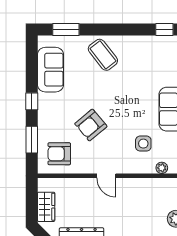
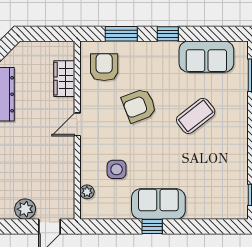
coffee table: (103, 55) -> (196, 116), moved
armchair: (91, 125) -> (139, 106), turned -71
wardrobe: (46, 207) -> (64, 79), moved, turned 90

